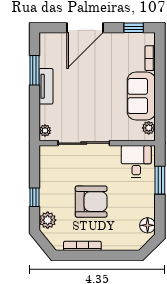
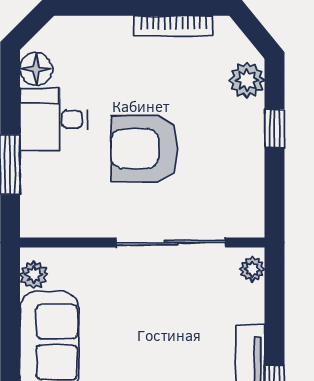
desk: (136, 161) -> (54, 119), moved, turned 90
armchair: (91, 202) -> (144, 149), moved

